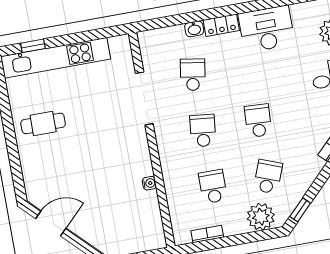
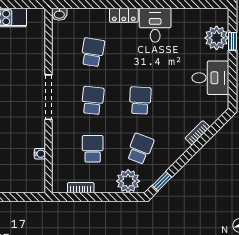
washbasin: (194, 29) -> (59, 14), moved
desk: (267, 29) -> (155, 25), width x0.73
doorway: (144, 98) -> (49, 97), moved
water cooler: (149, 183) -> (40, 154), moved

